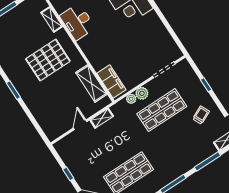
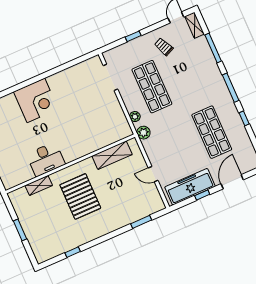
filing cabinet: (111, 81) -> (113, 134), removed
window: (13, 90) -> (141, 222), moved
plant: (142, 93) -> (143, 133), moved
shelving: (102, 118) -> (150, 151), removed
freezer: (74, 161) -> (190, 187), added

